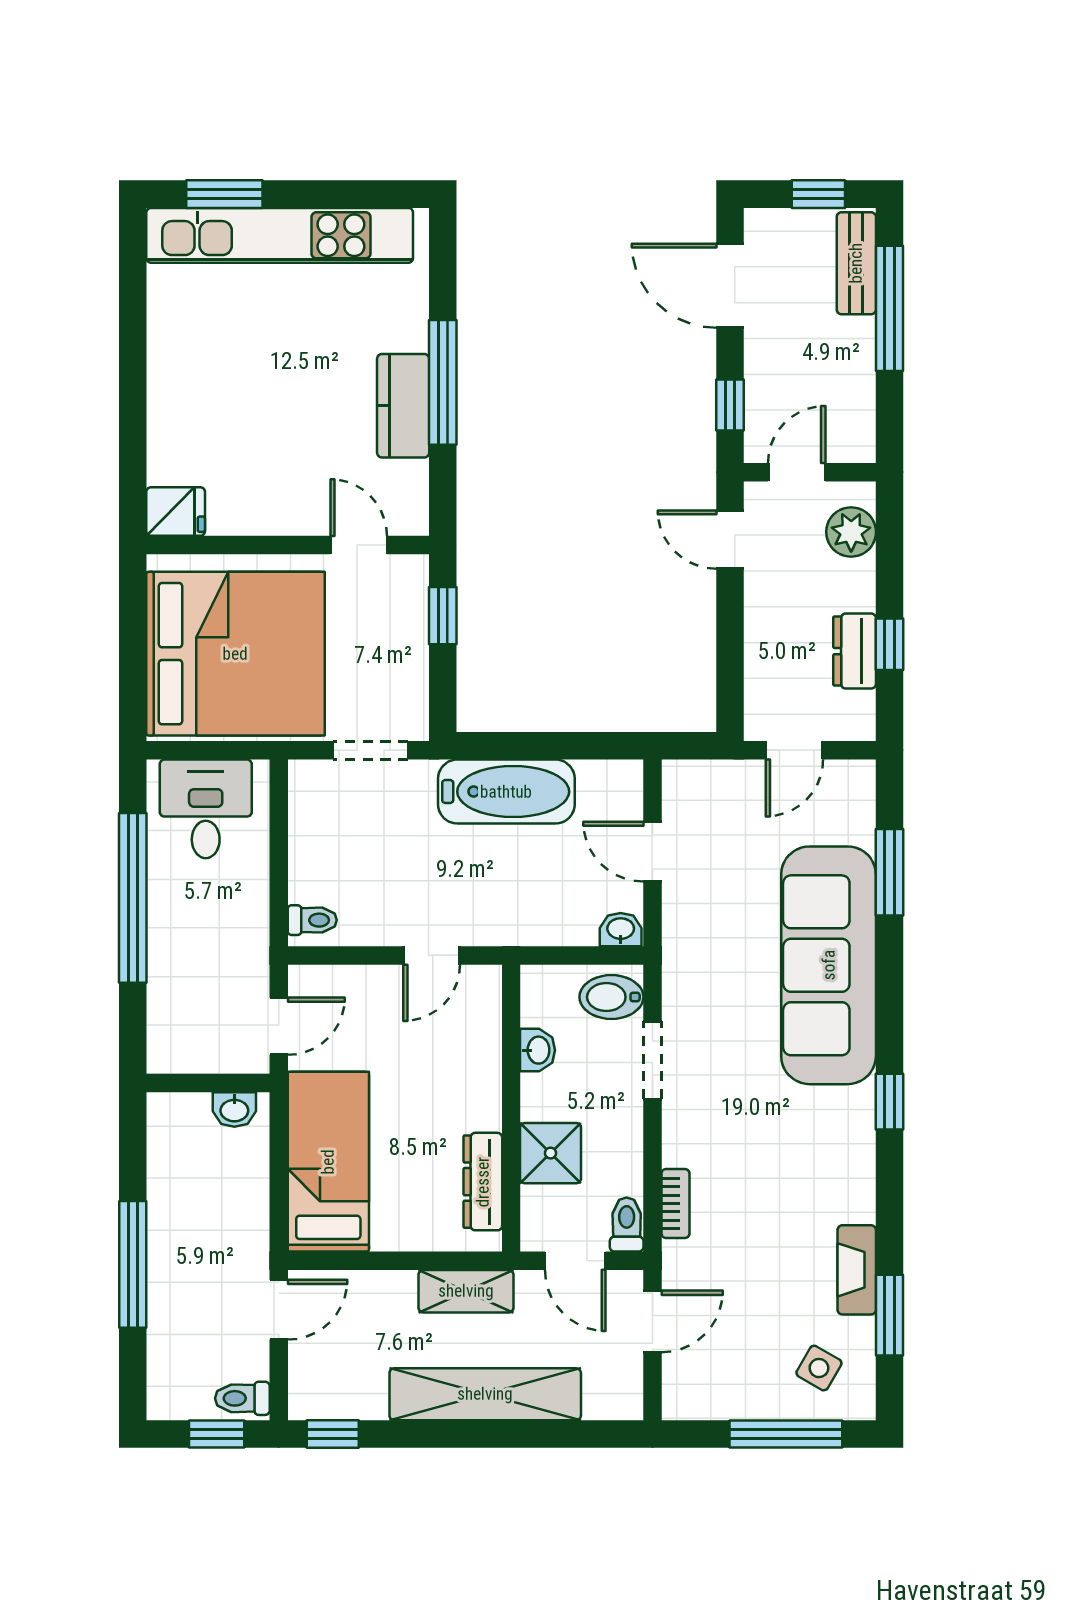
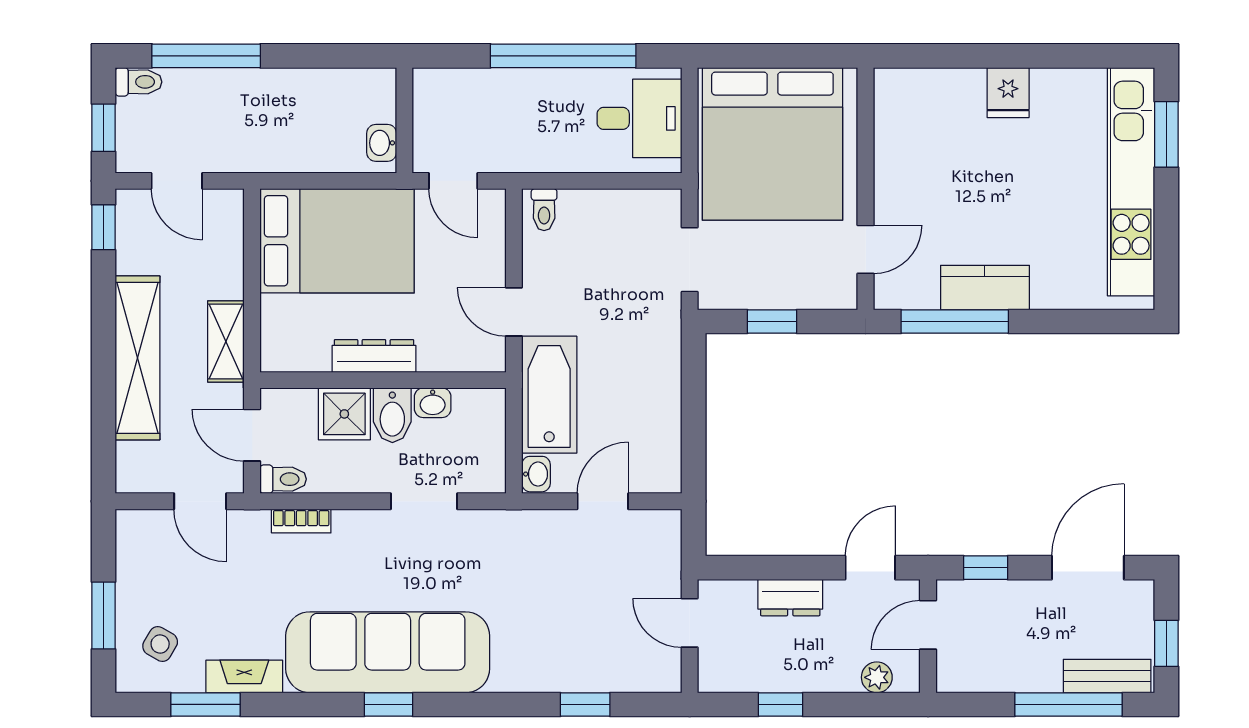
window: (443, 382) -> (955, 322), moved
door: (797, 472) -> (928, 625), swing flipped
fridge: (176, 512) -> (1008, 93), moved
plant: (851, 532) -> (877, 677), width x0.73, depth x0.73
window: (443, 616) -> (772, 322), moved
dresser: (855, 651) -> (790, 598), moved, turned 180
bathtub: (506, 792) -> (549, 395), moved, turned 180
window: (890, 872) -> (585, 704), width x0.67
sofa: (829, 965) -> (388, 652), moved
bidet: (611, 997) -> (392, 415), moved, turned 180
bed: (328, 1162) -> (337, 241), width x1.50
dresser: (483, 1182) -> (374, 356), moved
door: (575, 1261) -> (252, 435), hinge flipped
window: (133, 1264) -> (206, 56), moved
door: (279, 1310) -> (177, 181), moved
toilet: (242, 1398) -> (139, 82), moved, turned 90
window: (786, 1434) -> (104, 616), width x0.69

